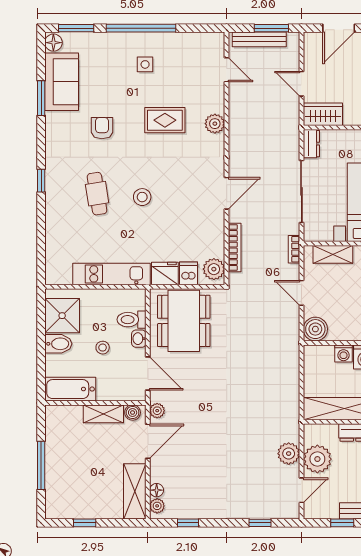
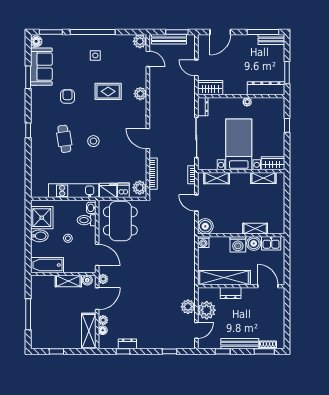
plant: (214, 42) -> (140, 41), added
door: (227, 193) -> (148, 139), swing flipped
washbasin: (139, 339) -> (91, 208), moved
washing machine: (343, 353) -> (203, 242), moved
plant: (157, 506) -> (103, 320), moved
dresser: (195, 511) -> (127, 344), added

